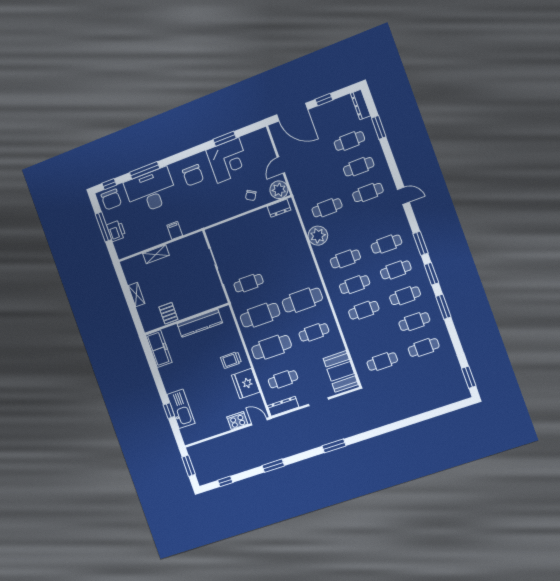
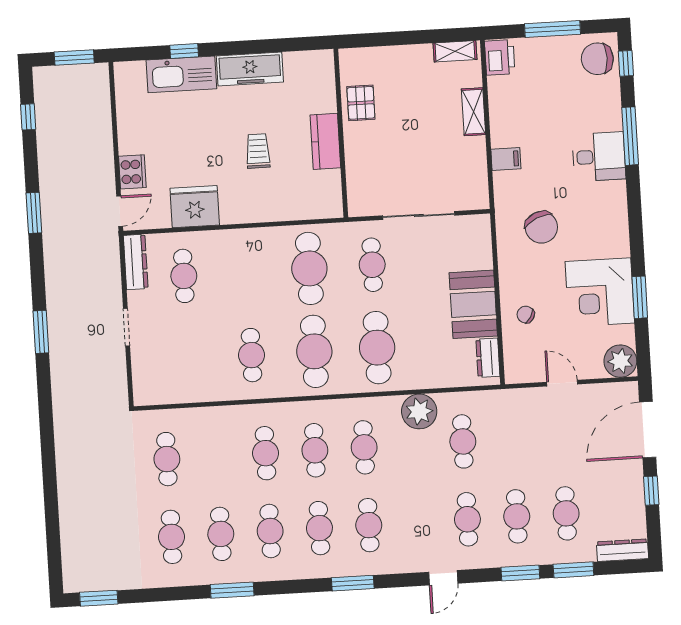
chair: (193, 175) -> (541, 227), moved, turned -114
plant: (279, 190) -> (620, 361), moved
desk: (151, 191) -> (599, 157), width x0.53, depth x0.77
printer: (116, 231) -> (500, 57), moved, turned -90
window: (431, 274) -> (520, 573), moved
shelving: (136, 295) -> (455, 51), moved
pallet: (168, 313) -> (361, 103), turned 90
kitchen counter: (200, 323) -> (325, 141), width x0.67
cafe table: (271, 347) -> (377, 348), moved
freezer: (159, 349) -> (250, 69), moved
trolley: (231, 360) -> (258, 151), moved
booth: (341, 371) -> (473, 304), moved, turned 90

